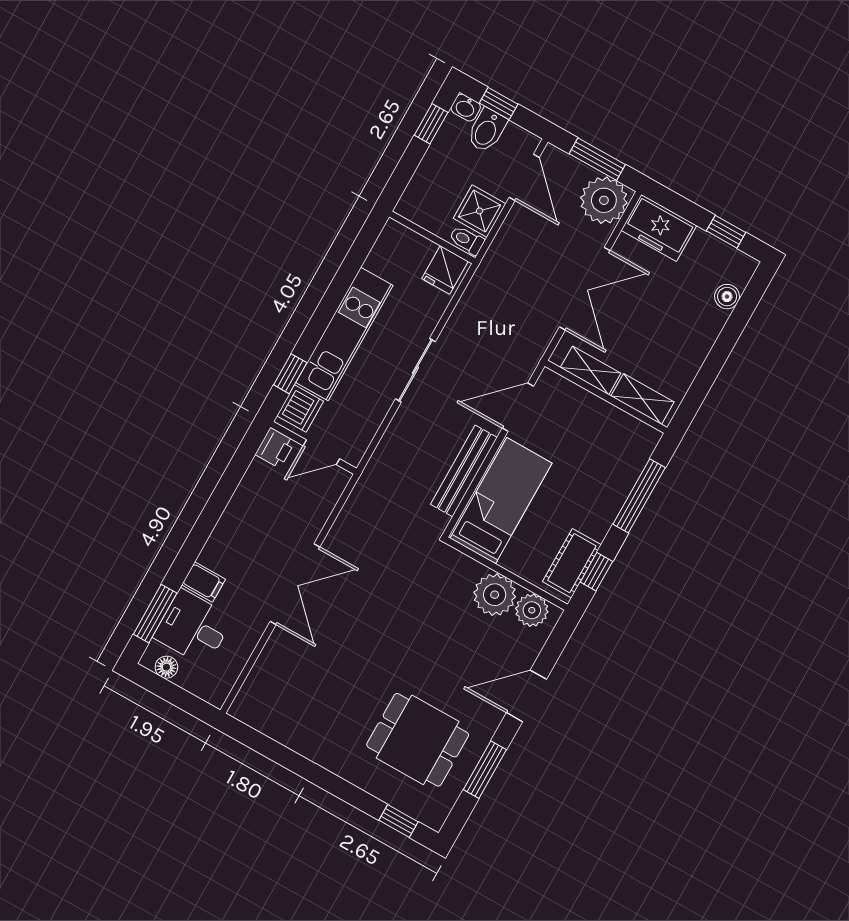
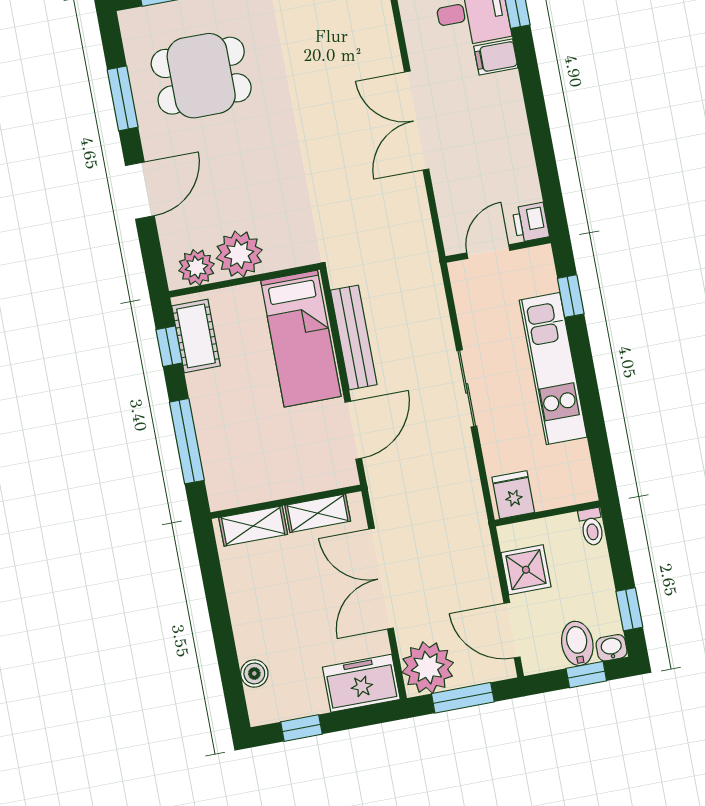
toilet: (467, 240) -> (592, 527), moved, turned 90
dishwasher: (300, 409) -> (537, 274), removed

